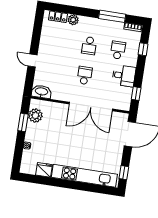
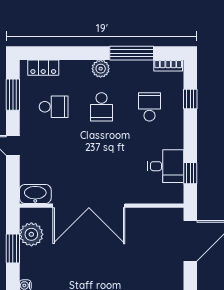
plant: (73, 20) -> (101, 69), moved
window: (37, 30) -> (13, 95), added
school desk: (85, 75) -> (54, 107), moved, turned 90
desk: (124, 76) -> (166, 166), moved
double door: (91, 106) -> (89, 206), moved

